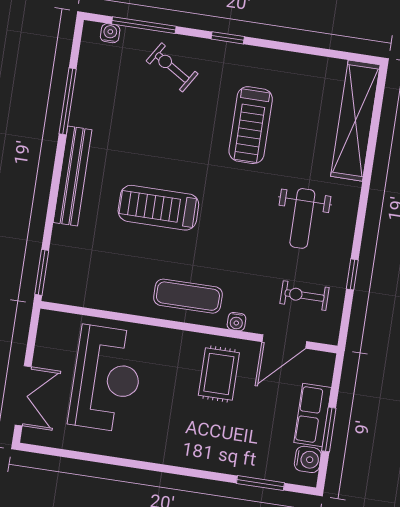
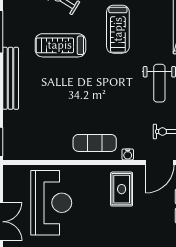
treadmill: (158, 208) -> (60, 45), moved

